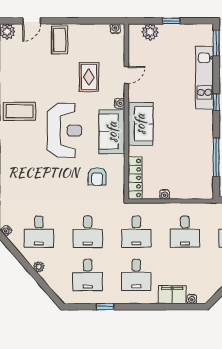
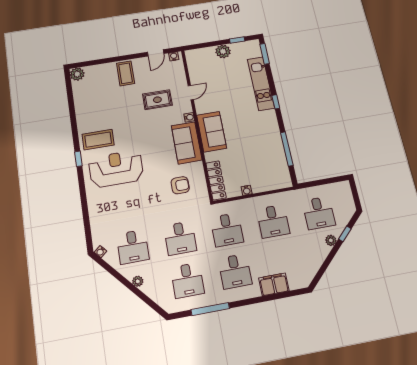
door: (32, 21) -> (156, 53), moved
window: (171, 21) -> (237, 40), moved
plant: (150, 32) -> (223, 51), moved
rug: (89, 77) -> (157, 100), turned 90
reception desk: (64, 130) -> (116, 169), moved, turned -90
armchair: (97, 177) -> (180, 185), turned -90
water cooler: (192, 299) -> (294, 285), removed
window: (105, 307) -> (210, 309), width x2.17

